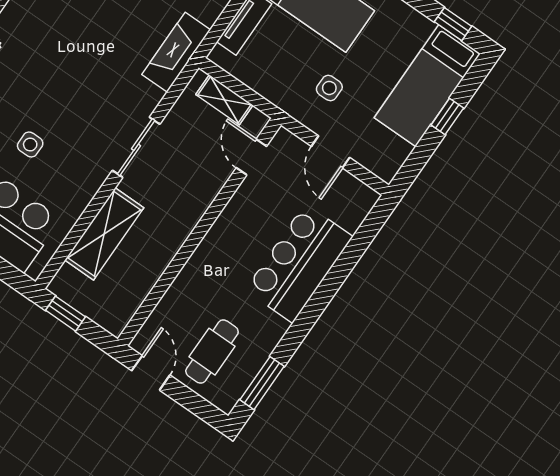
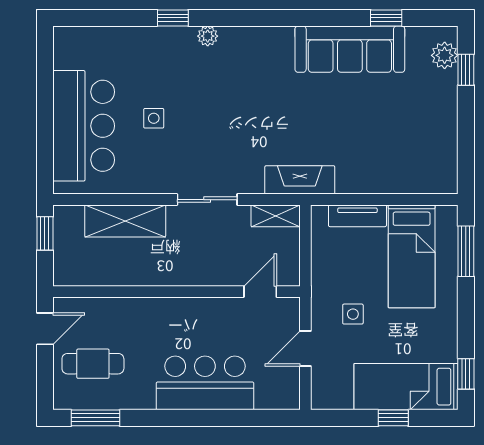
shelving: (224, 100) -> (276, 216), moved, turned 90

